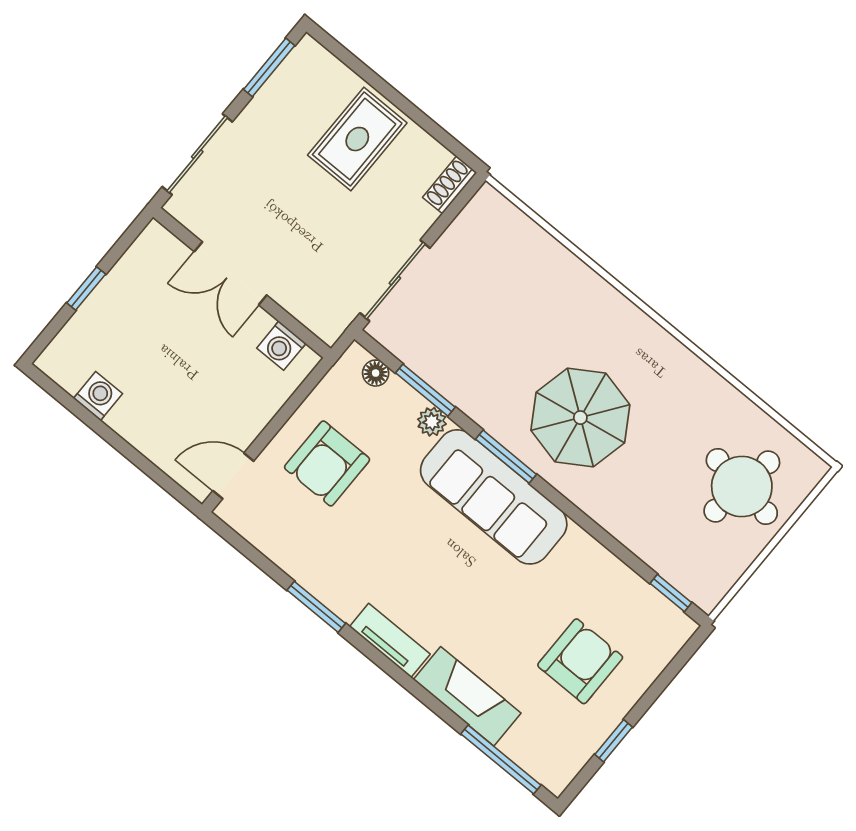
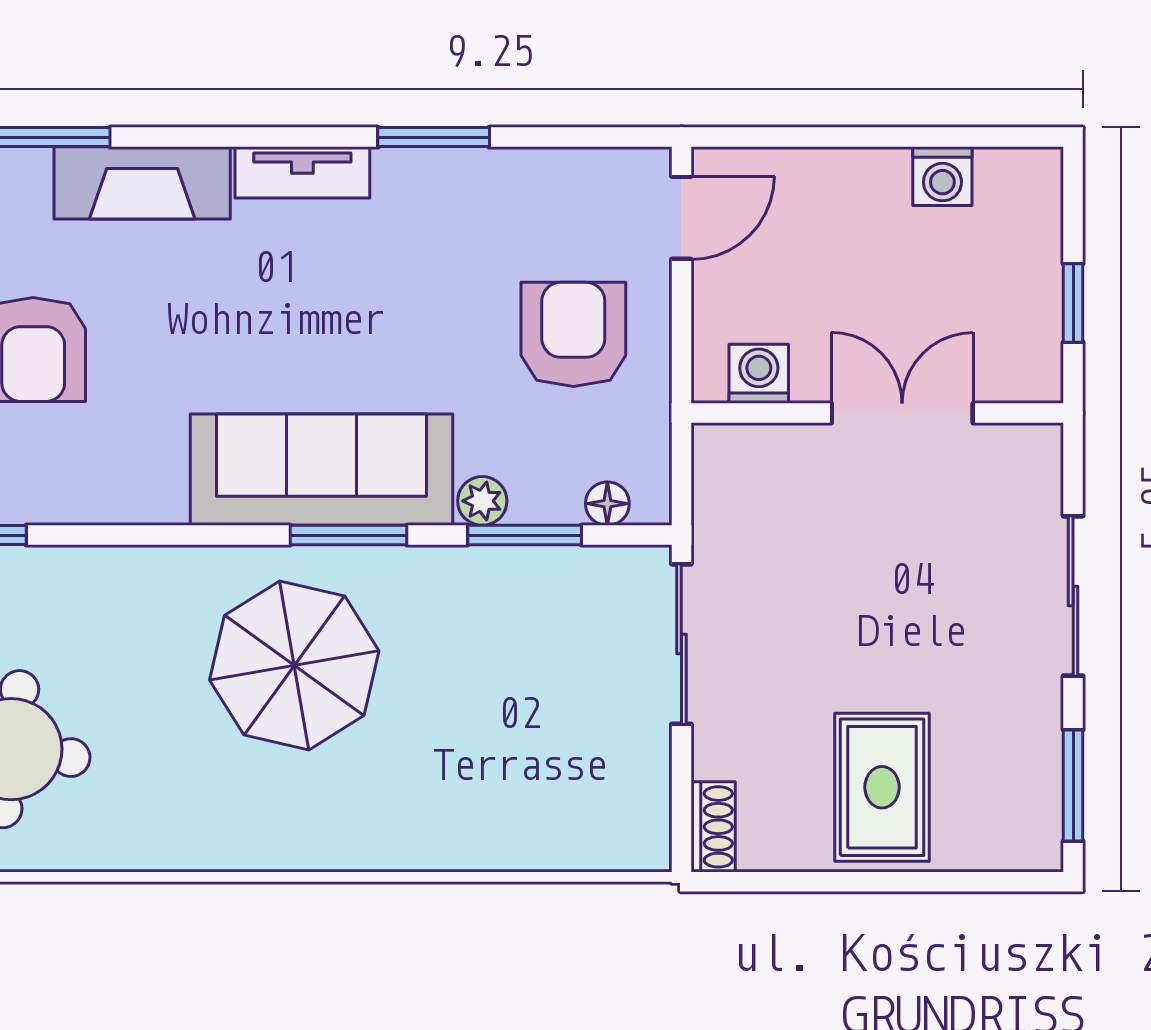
double door: (231, 273) -> (902, 413), moved
wall: (242, 283) -> (877, 413), moved
washing machine: (281, 346) -> (759, 374), moved

